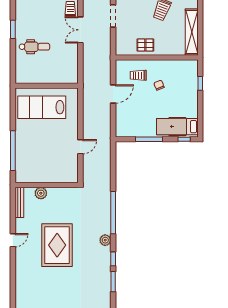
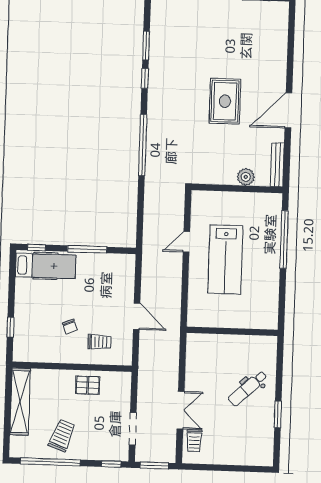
dental chair: (34, 47) -> (248, 388), turned -43
door: (113, 94) -> (137, 316), swing flipped
lab bench: (42, 107) -> (225, 259), moved, turned 90
door: (13, 240) -> (288, 110), width x1.88
plant: (105, 240) -> (155, 106), removed
rug: (57, 245) -> (225, 101), width x0.73, depth x0.69

